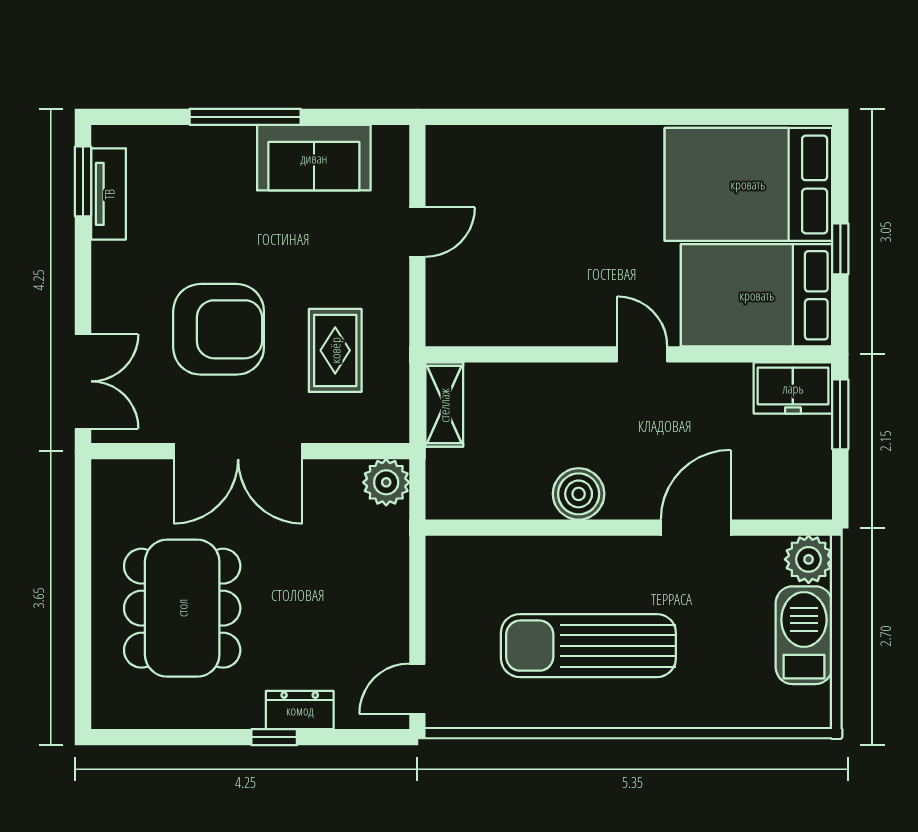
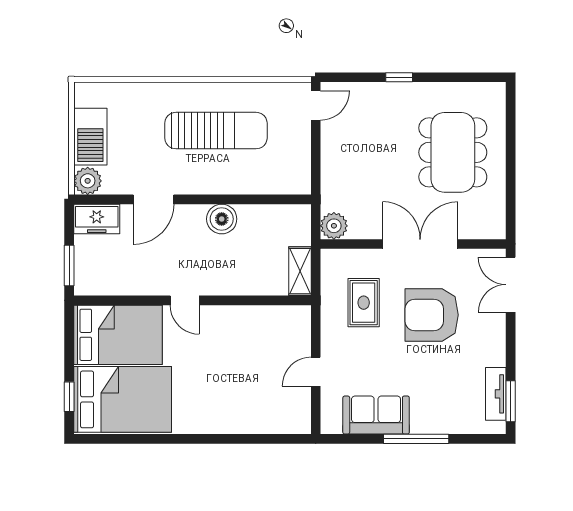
window: (840, 249) -> (69, 397), moved
freezer: (793, 388) -> (97, 219), moved, turned 180
dresser: (300, 710) -> (384, 93), removed

